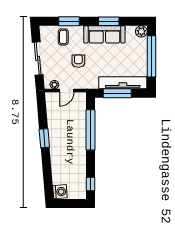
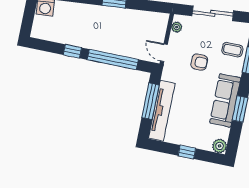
window: (151, 56) -> (187, 152), width x0.32
door: (67, 91) -> (164, 53), moved
window: (90, 184) -> (72, 51), moved

